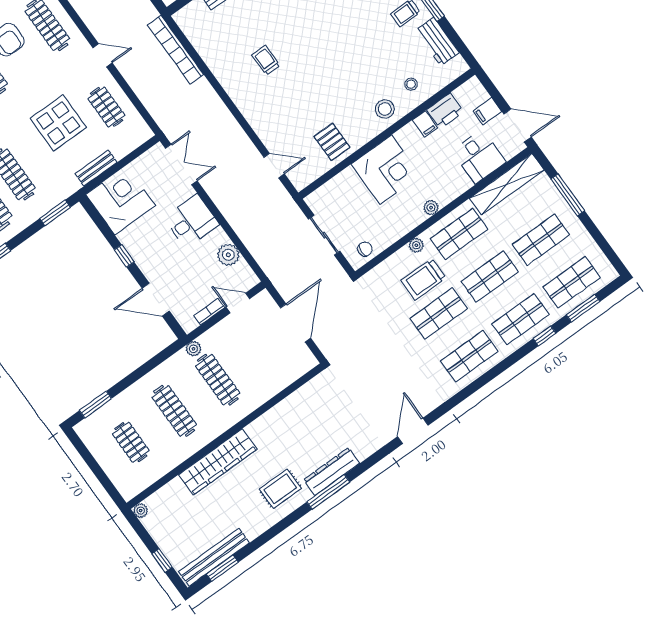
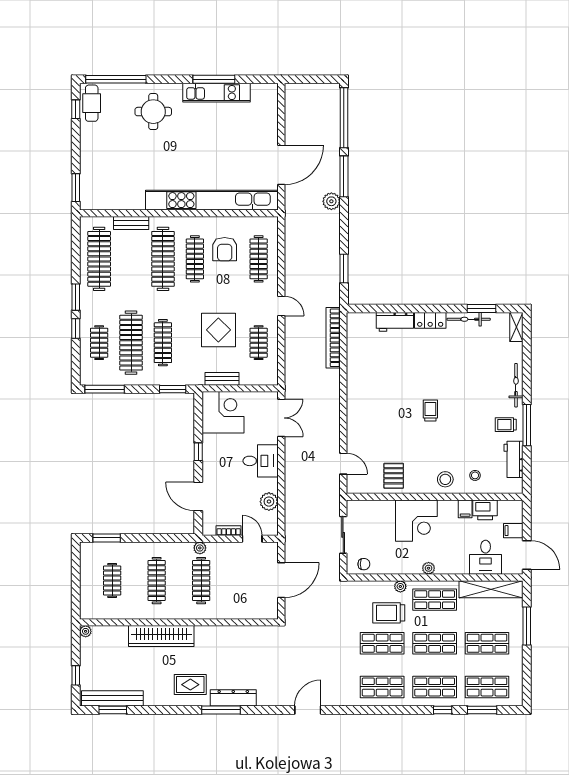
trolley: (266, 60) -> (430, 410), moved

